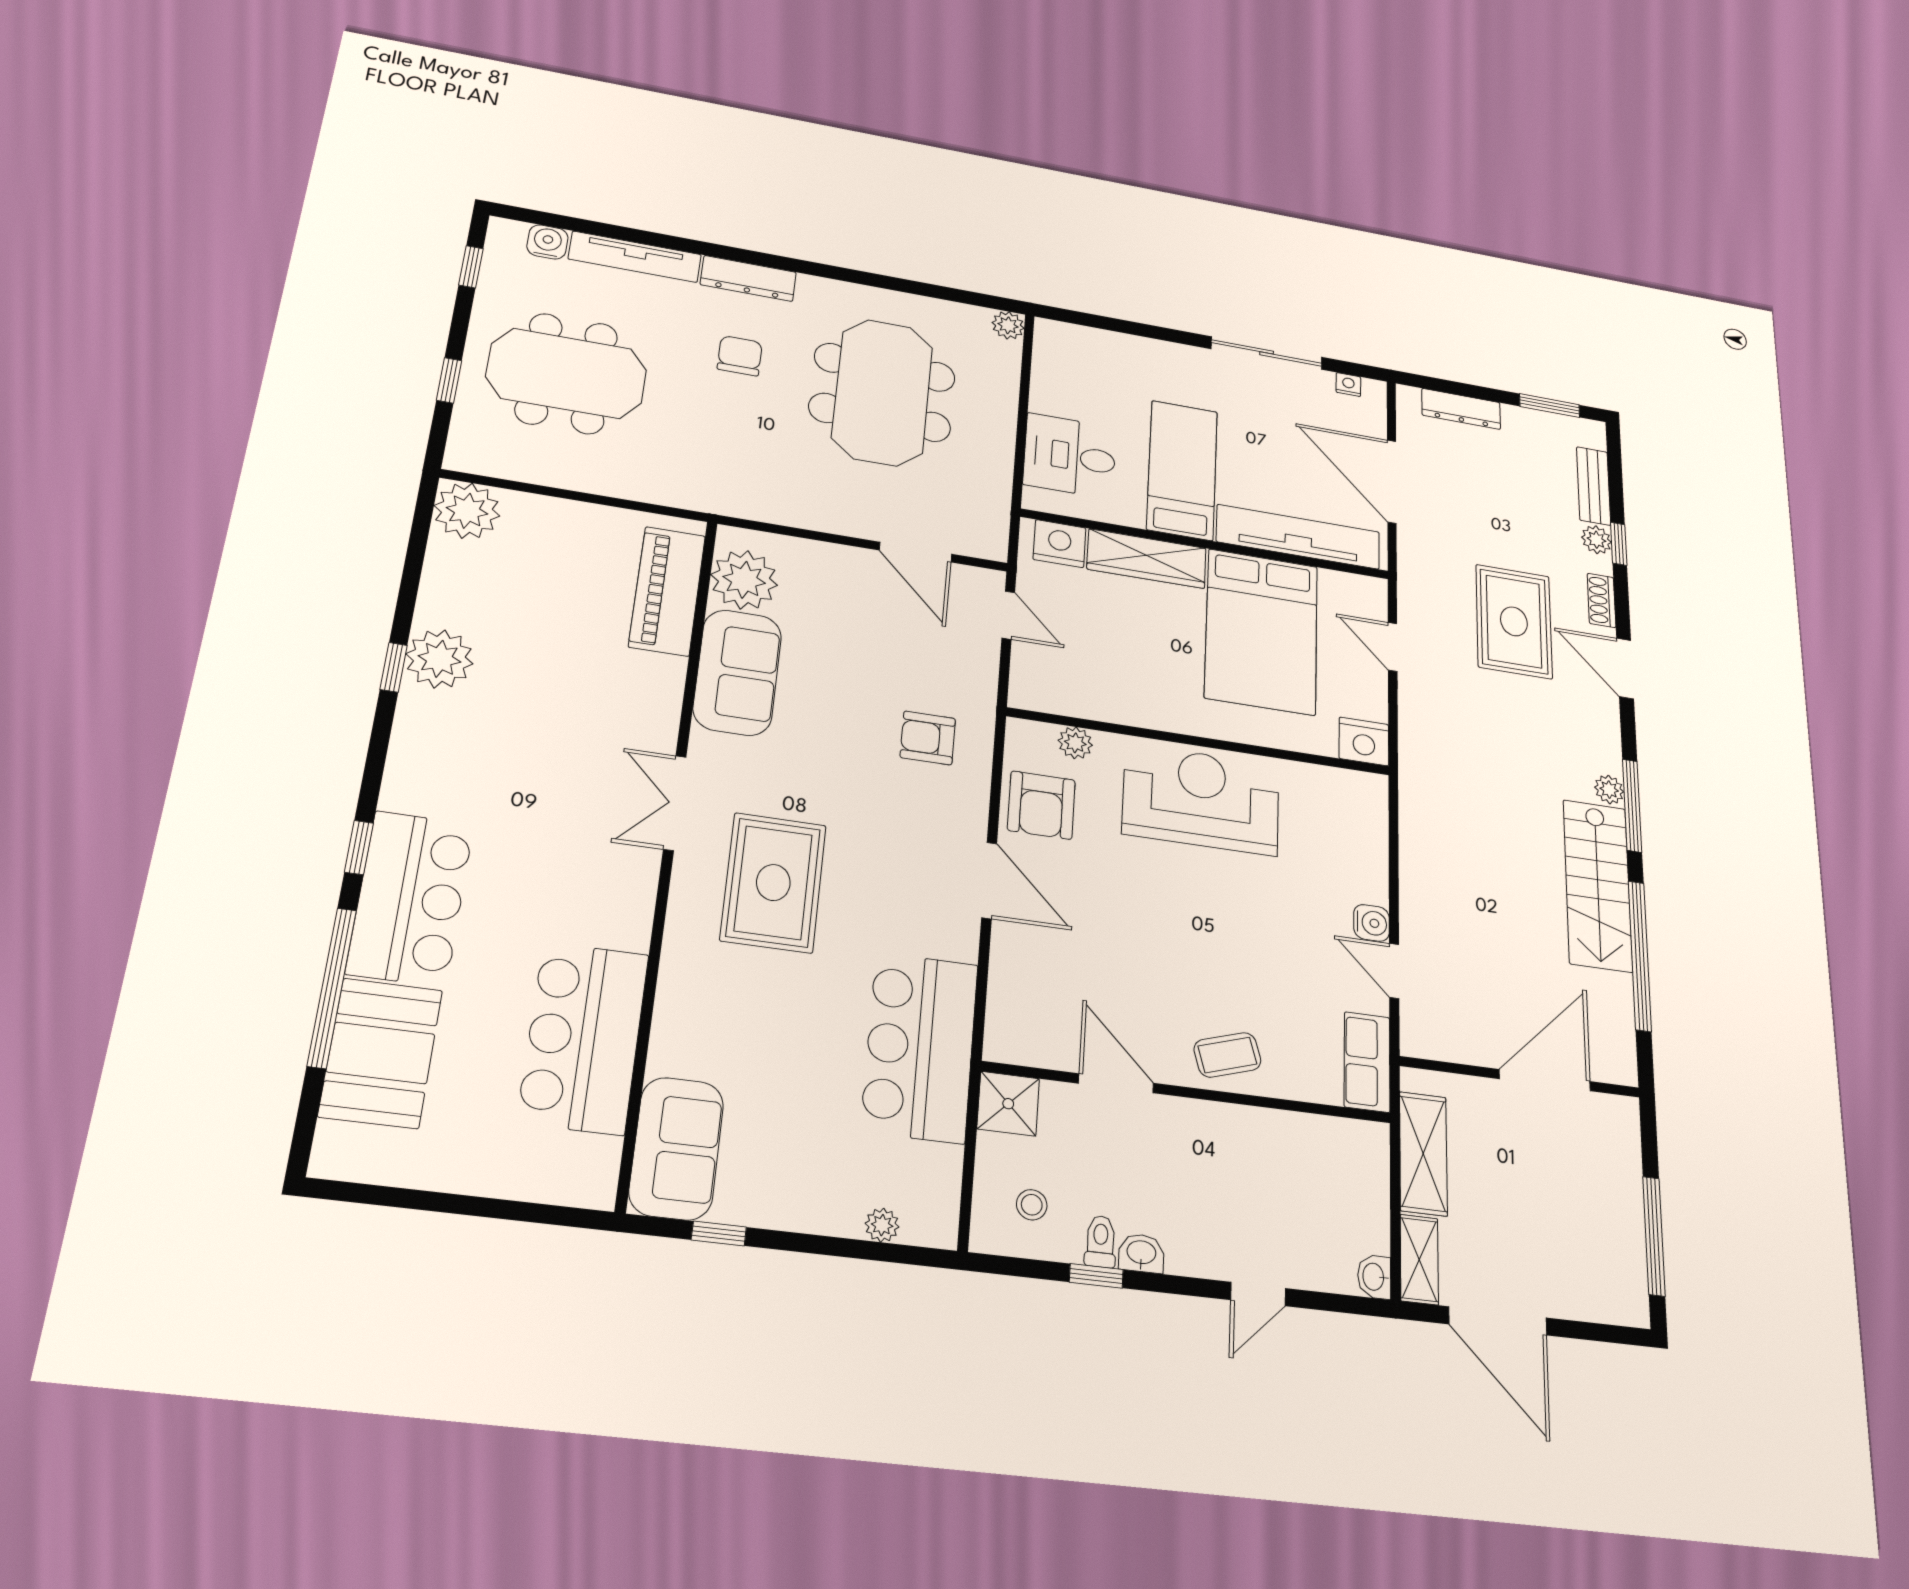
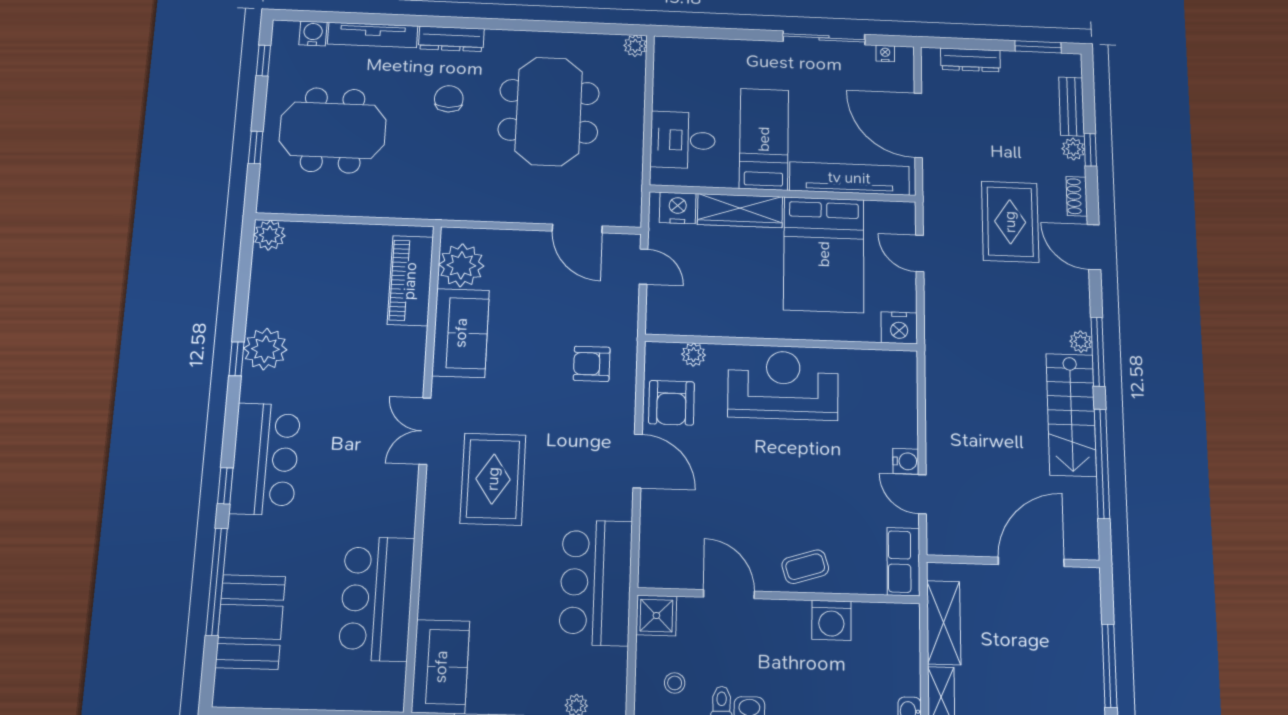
plant: (467, 511) -> (269, 235), width x0.73, depth x0.73
bar counter: (411, 898) -> (265, 459), moved
washing machine: (1264, 1135) -> (831, 620), added

